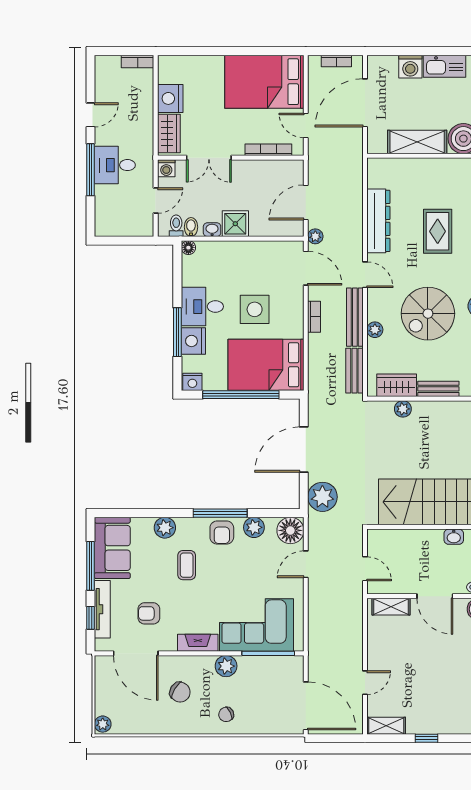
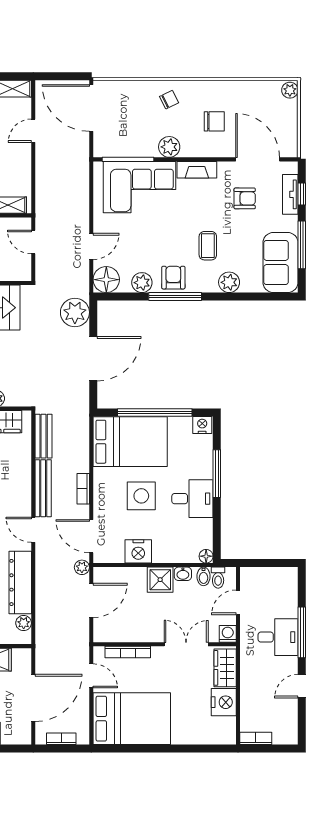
plant: (375, 330) -> (24, 623), moved
nightstand: (193, 341) -> (138, 551), moved, turned 90
tv unit: (102, 609) -> (290, 194), width x0.71
chair: (180, 692) -> (214, 121), turned 149

